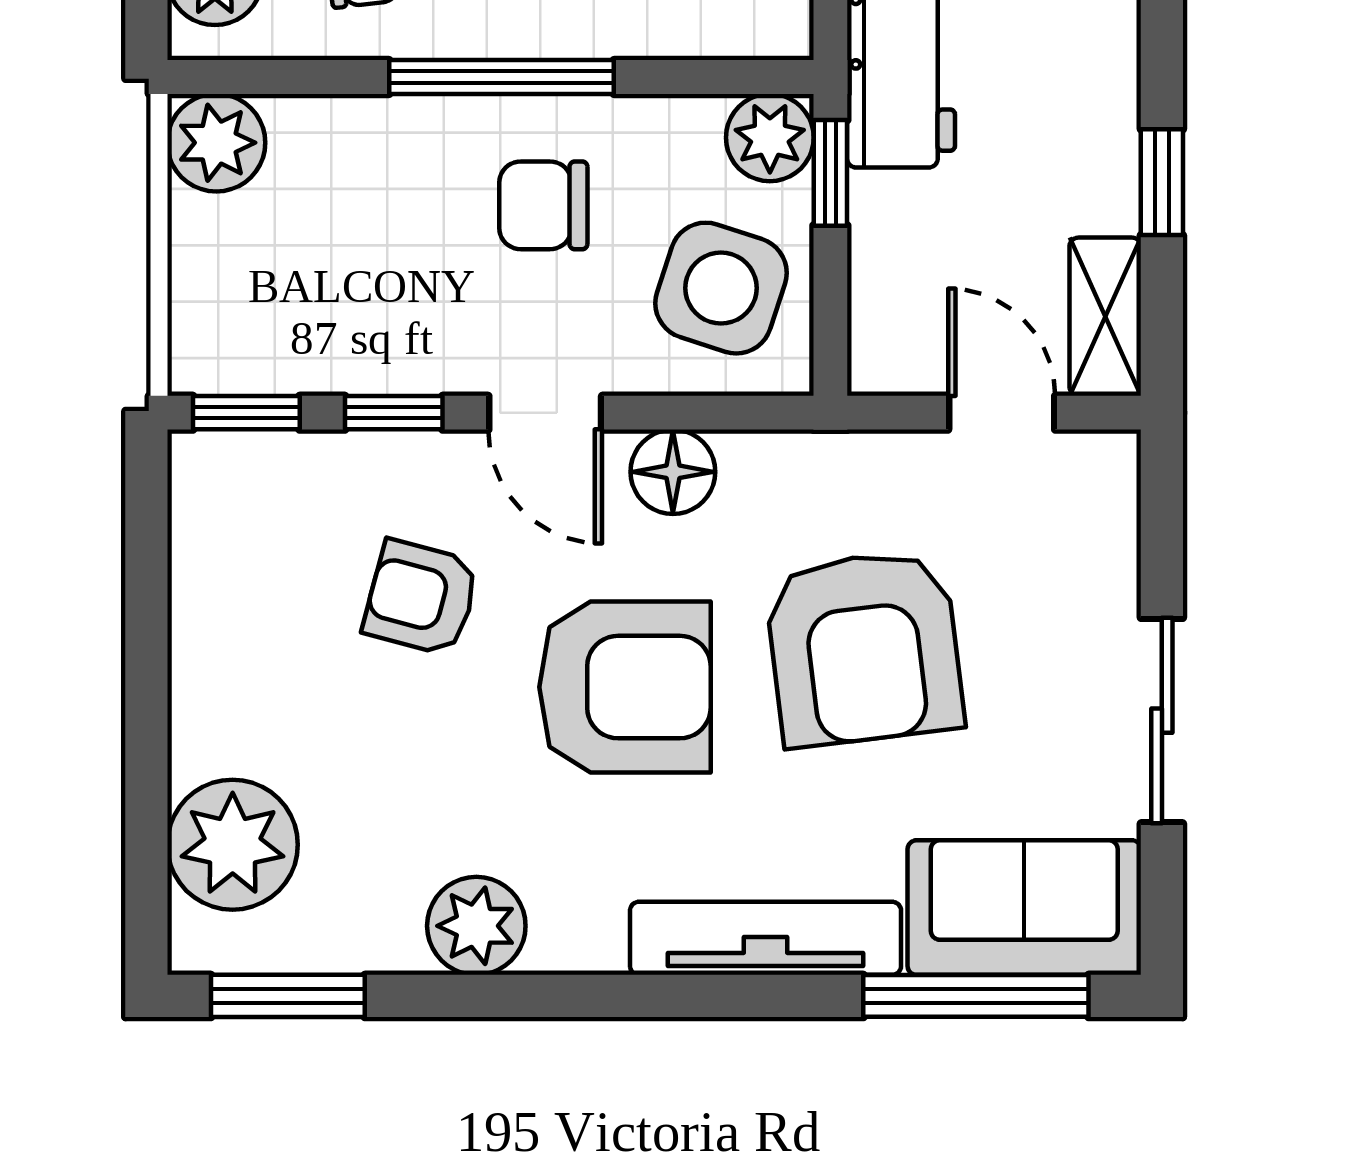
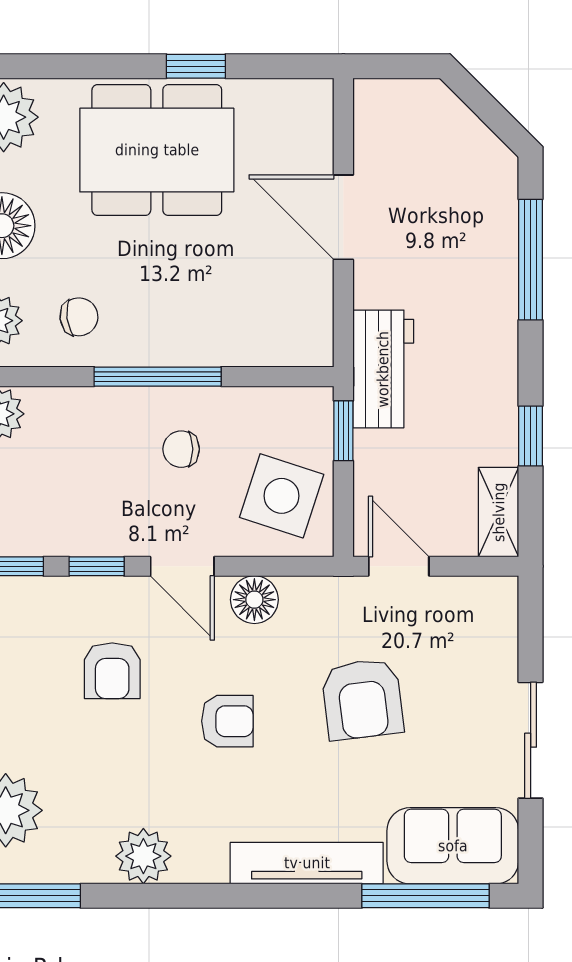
plant: (770, 138) -> (309, 411), removed
chair: (543, 205) -> (181, 449), width x0.73, depth x0.73
door: (1002, 413) -> (399, 566), moved
armchair: (421, 598) -> (112, 671), turned -105
armchair: (864, 648) -> (362, 699), width x0.73, depth x0.73
armchair: (625, 687) -> (227, 721), width x0.53, depth x0.53

